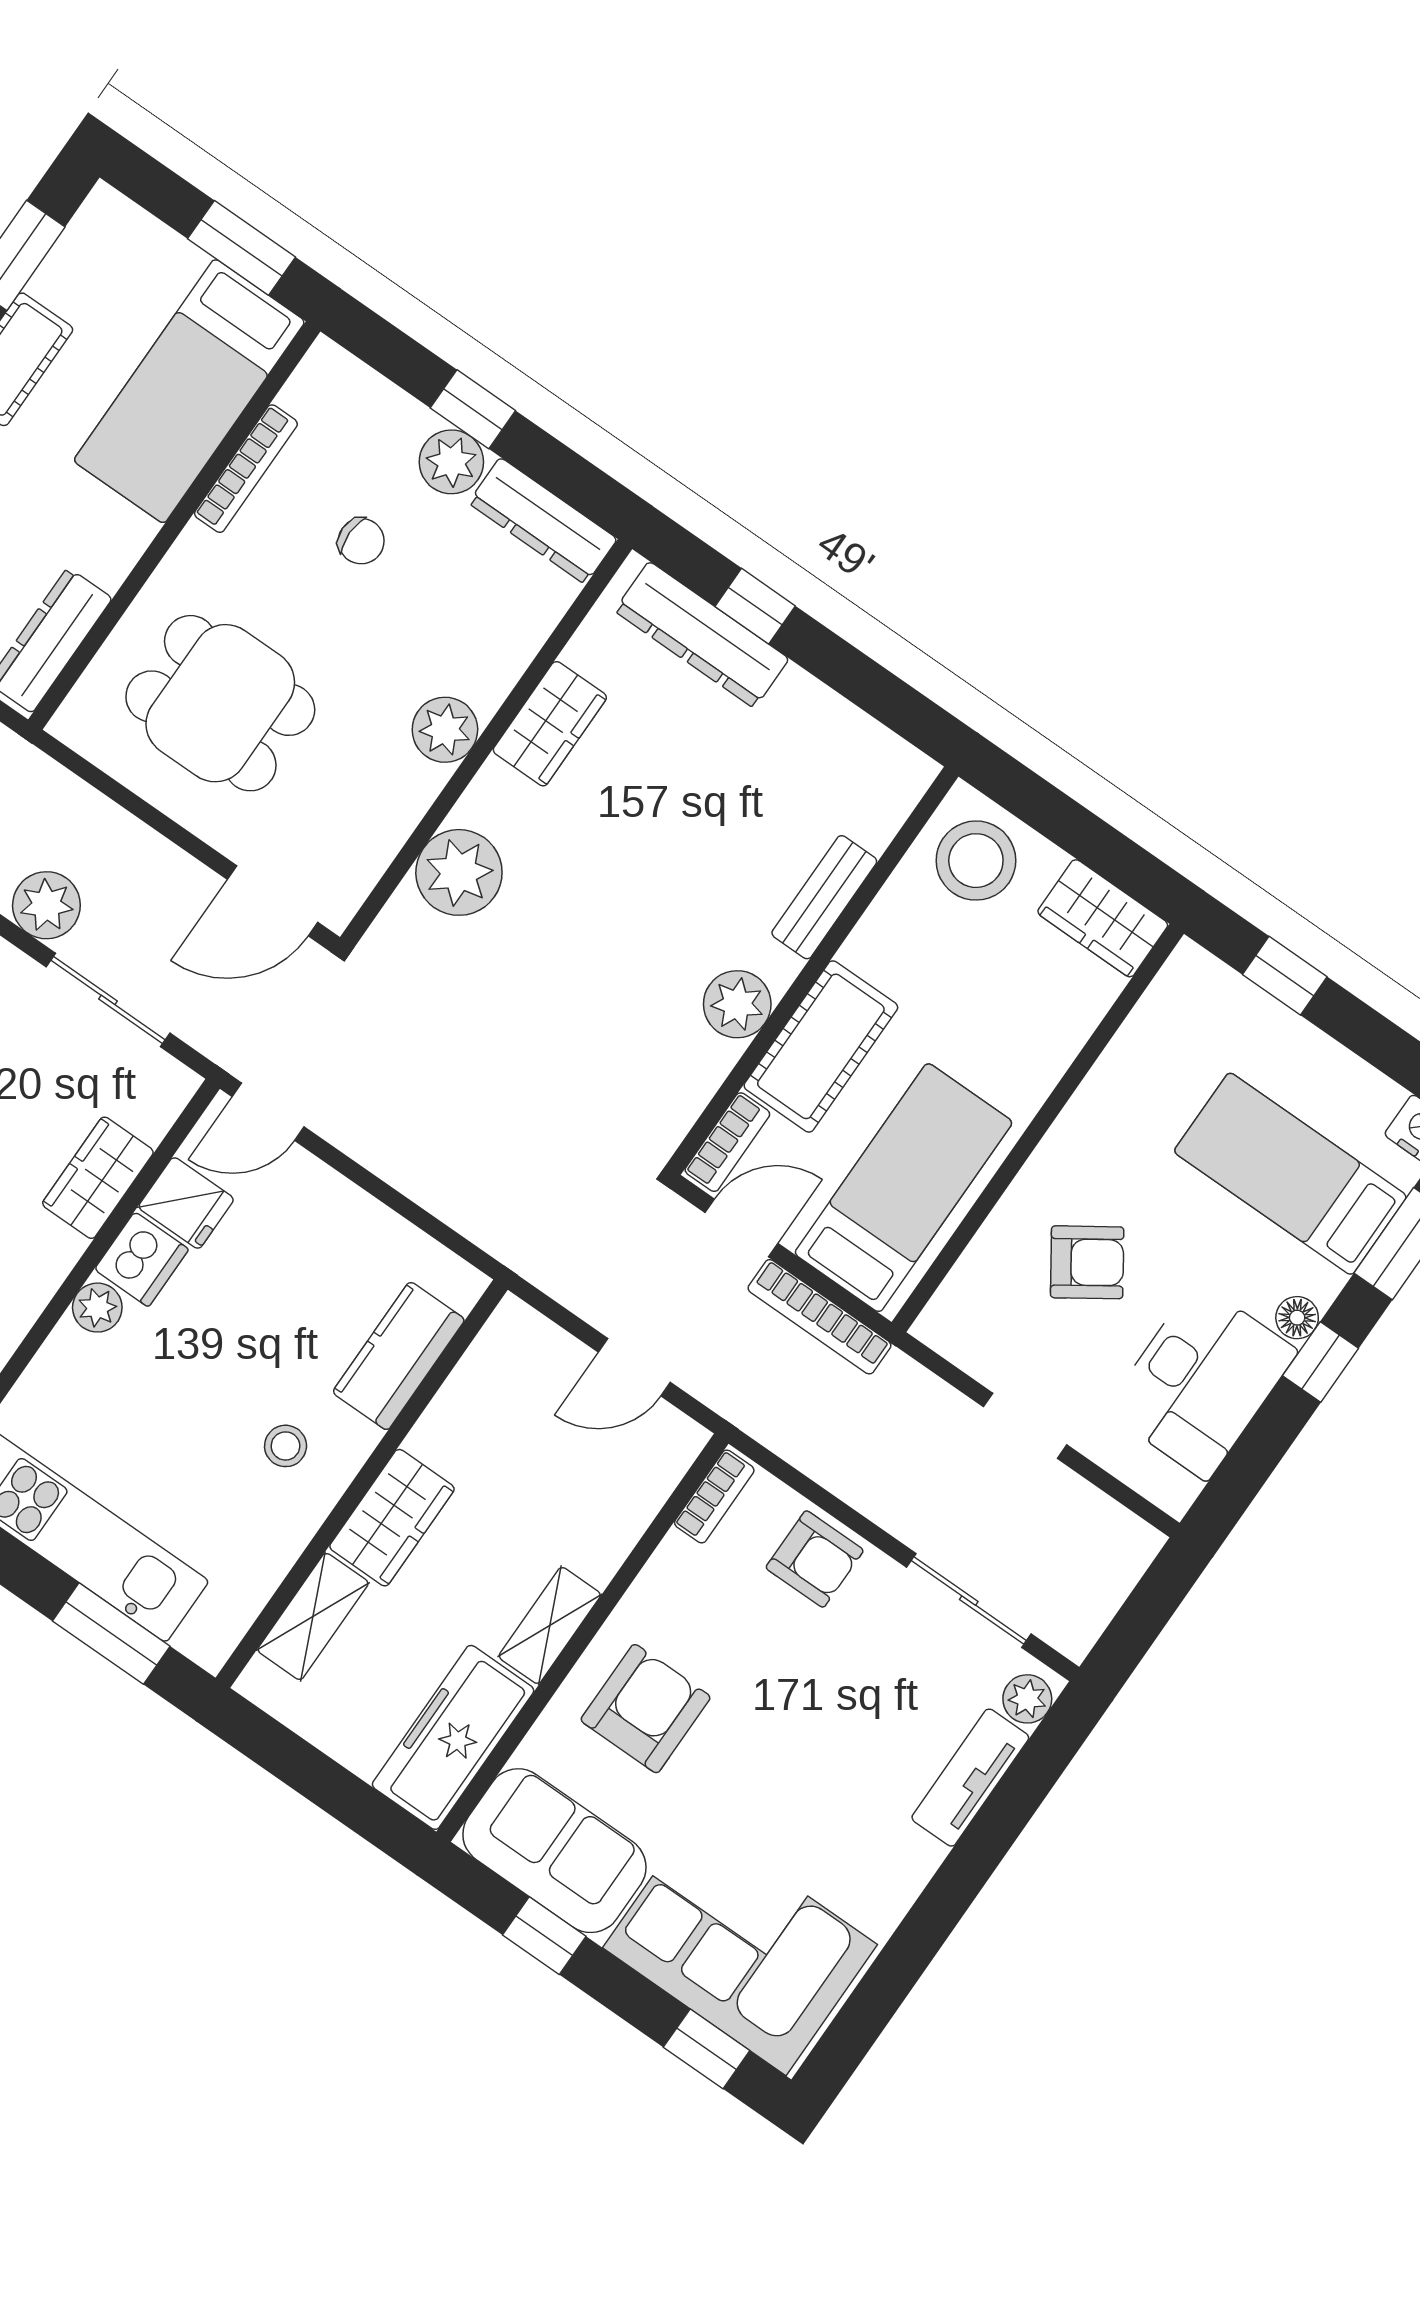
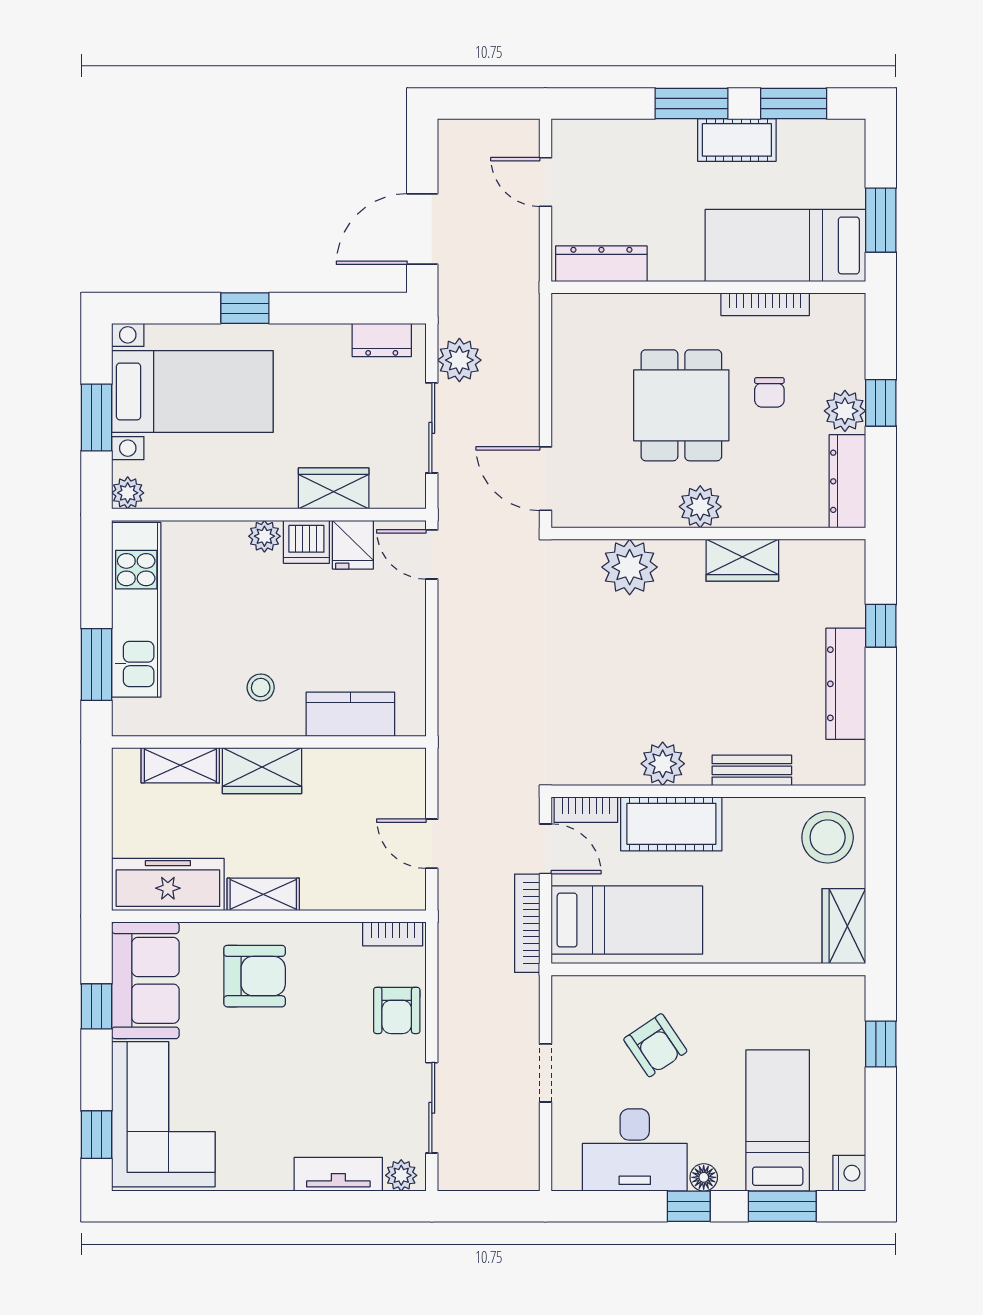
dresser: (702, 635) -> (846, 684), moved
dining table: (220, 703) -> (681, 405), moved

